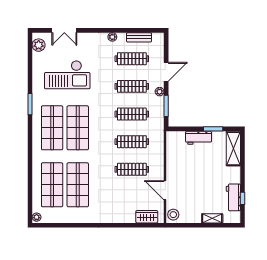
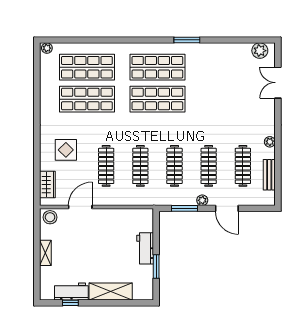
checkout: (67, 75) -> (223, 86), removed
shelving: (233, 149) -> (111, 292), moved
display table: (119, 202) -> (66, 150), added
shelving: (212, 218) -> (45, 253), moved

